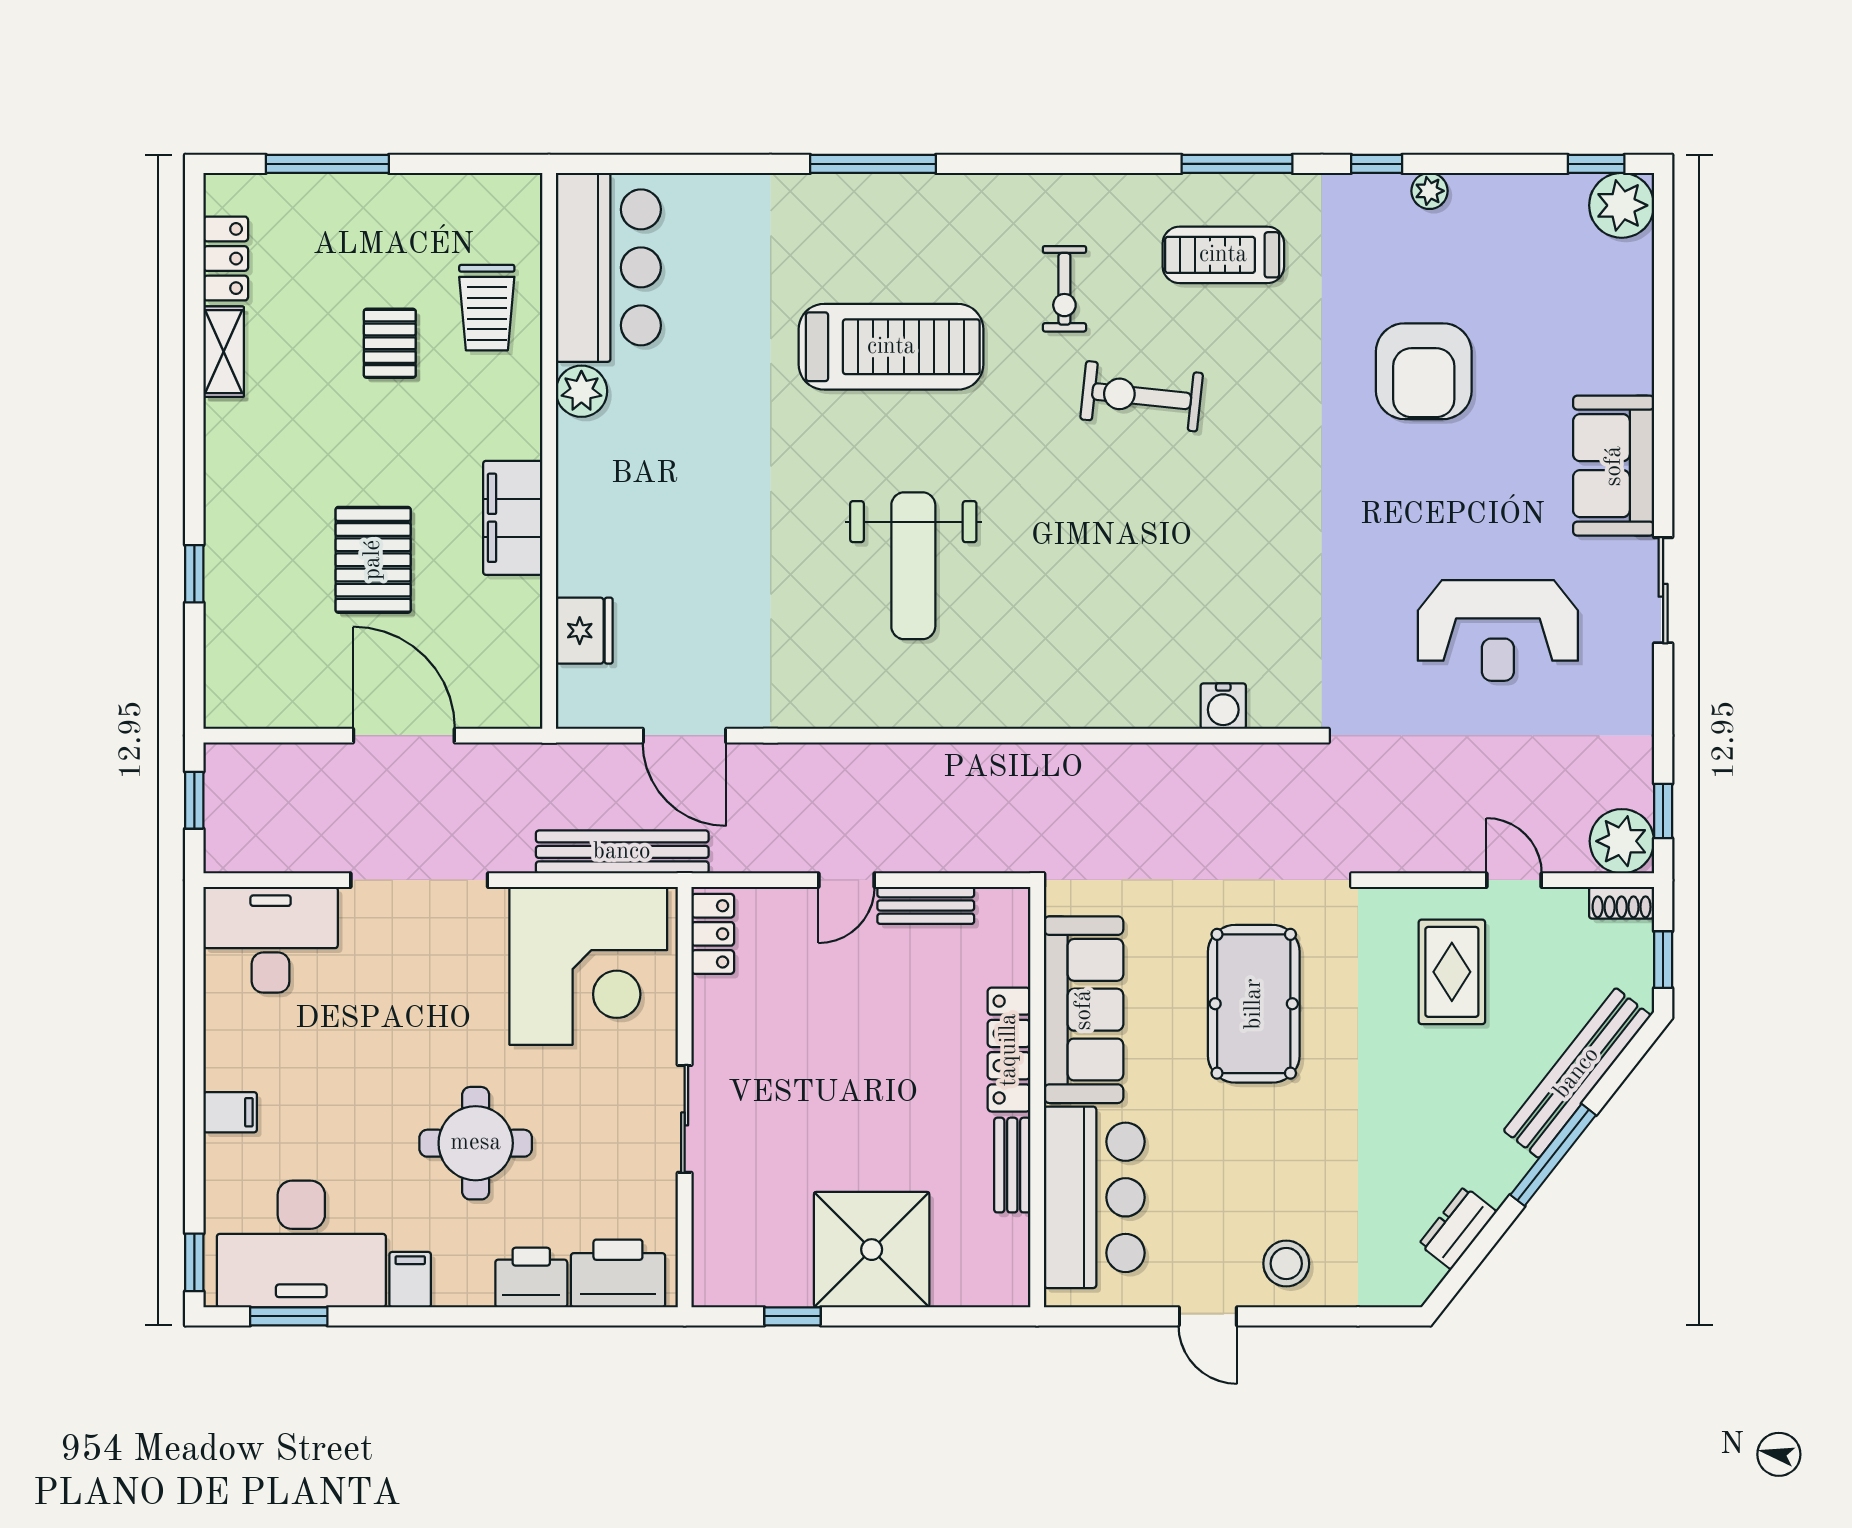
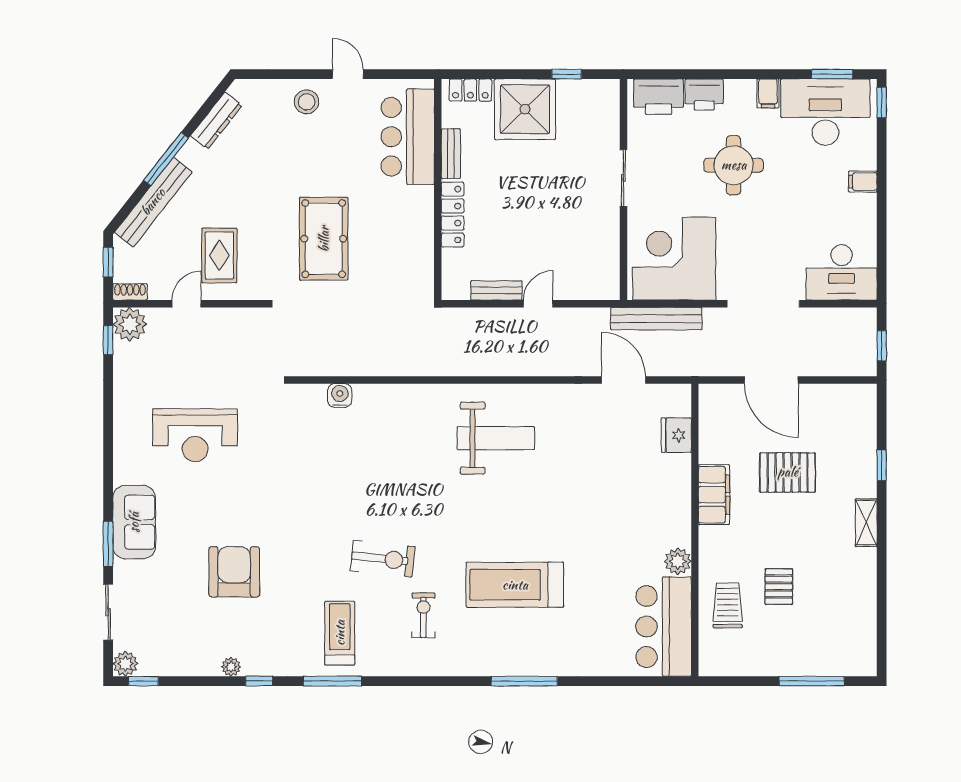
plant: (1622, 205) -> (125, 664), width x0.73, depth x0.73
treadmill: (1223, 255) -> (340, 633), turned -90
locker: (226, 259) -> (865, 631), removed
shelving: (224, 352) -> (866, 523), moved
window: (1663, 424) -> (108, 544), added
pallet: (373, 560) -> (788, 472), turned 90
weight bench: (913, 566) -> (496, 438), moved, turned 90
sliding door: (1663, 590) -> (108, 612), moved
reception desk: (1498, 630) -> (195, 435), turned 180
door: (1514, 880) -> (187, 304), swing flipped
locker: (713, 934) -> (470, 90), moved, turned -90
sofa: (1084, 1010) -> (413, 236), removed
dresser: (1458, 1228) -> (216, 121), width x1.44

